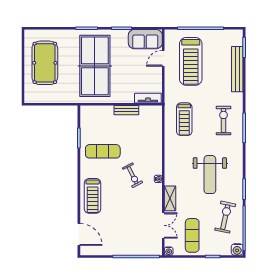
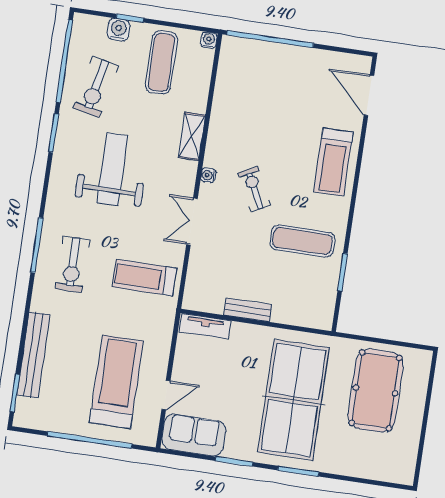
pool table: (45, 63) -> (376, 390), moved
treadmill: (184, 119) -> (144, 278), turned -90
treadmill: (93, 196) -> (333, 162), turned 180
double door: (163, 225) -> (192, 221), moved
water cooler: (237, 249) -> (118, 30), moved

